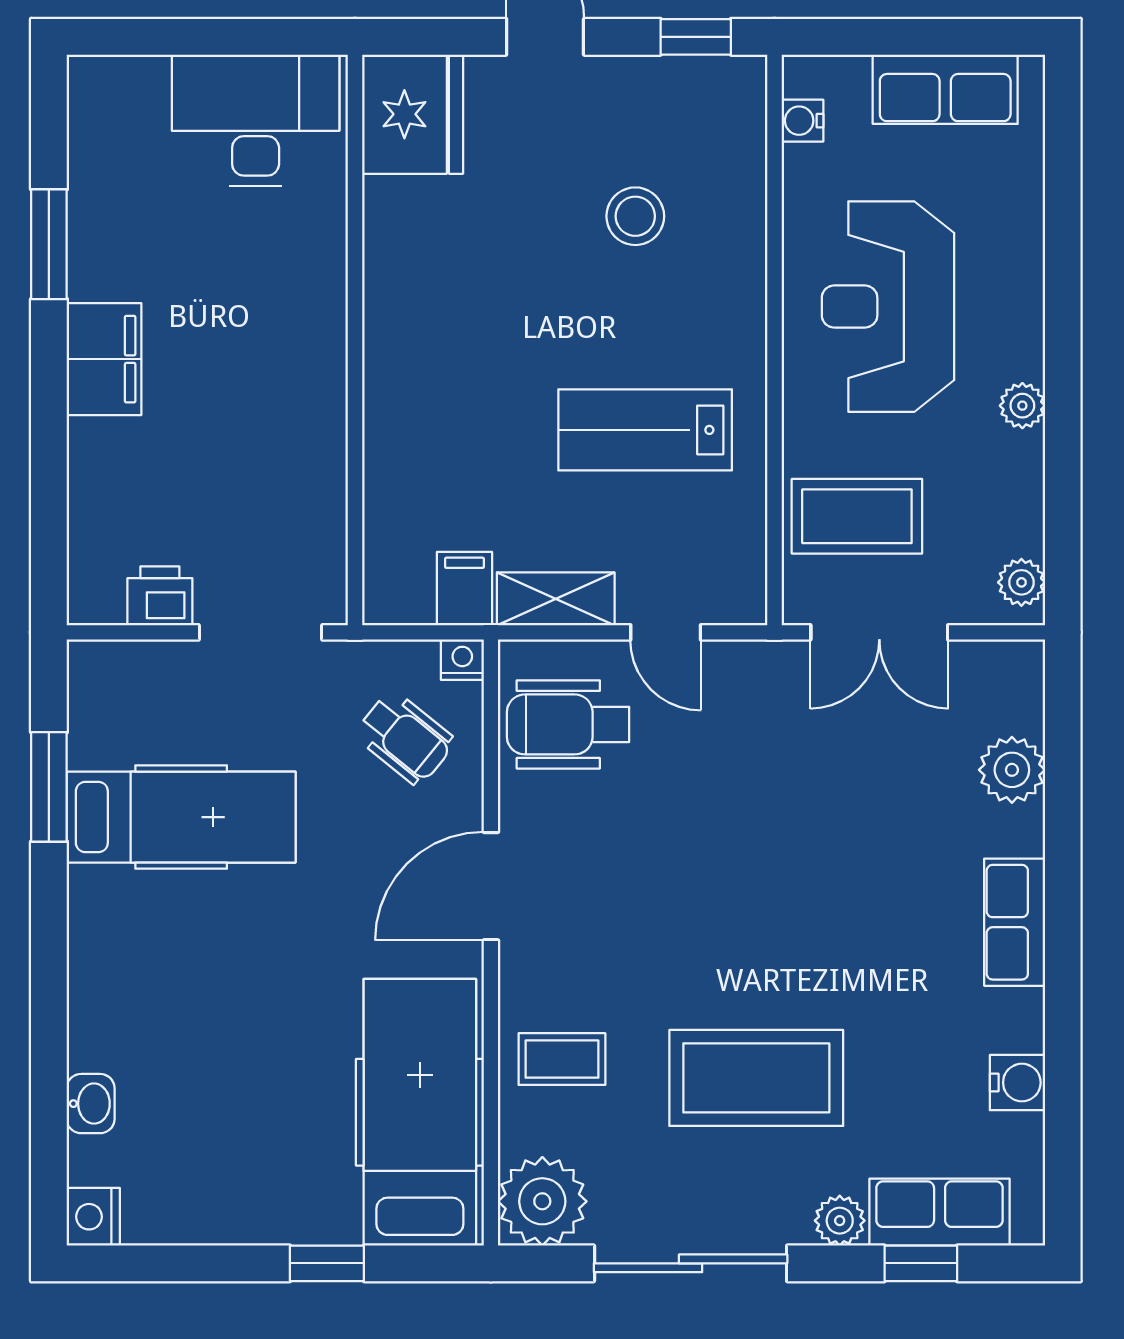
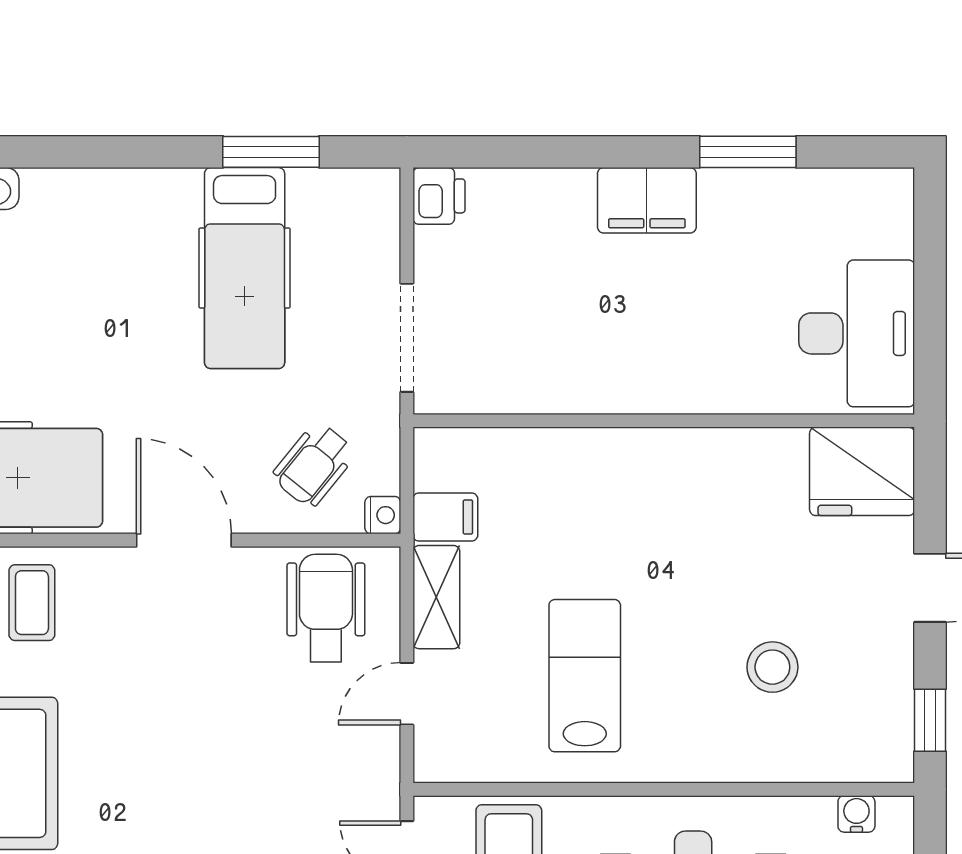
printer: (160, 596) -> (439, 196), moved

